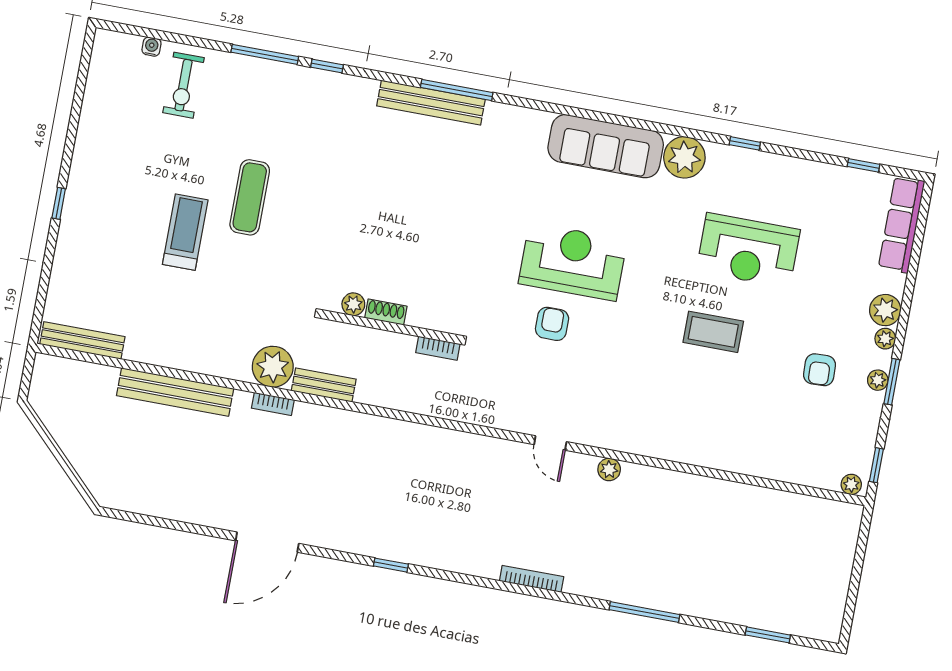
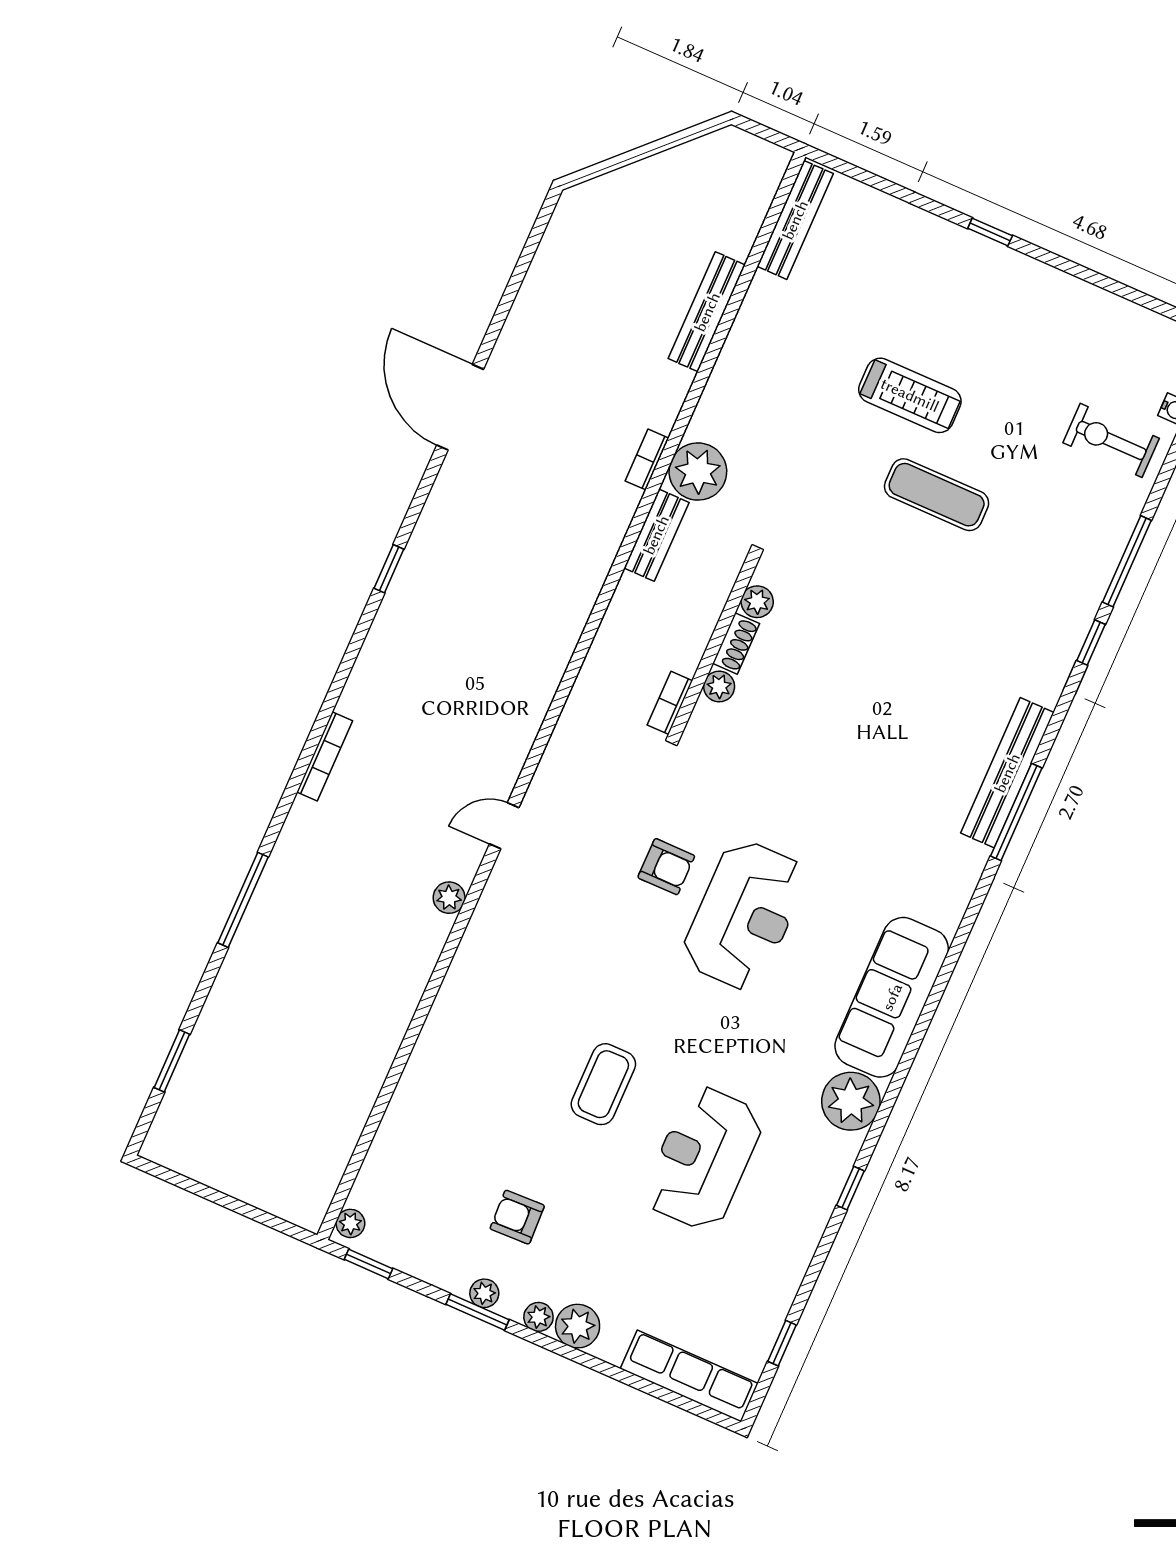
plant: (418, 317) -> (719, 687), added
bench: (175, 392) -> (707, 312), width x0.73, depth x0.82

